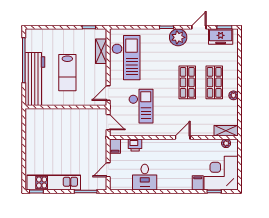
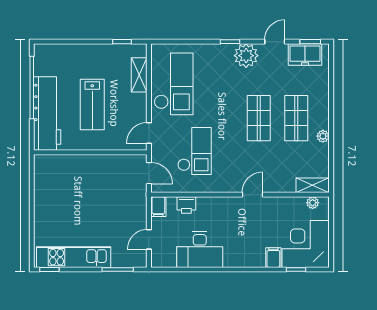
desk: (145, 177) -> (200, 250), width x1.37

